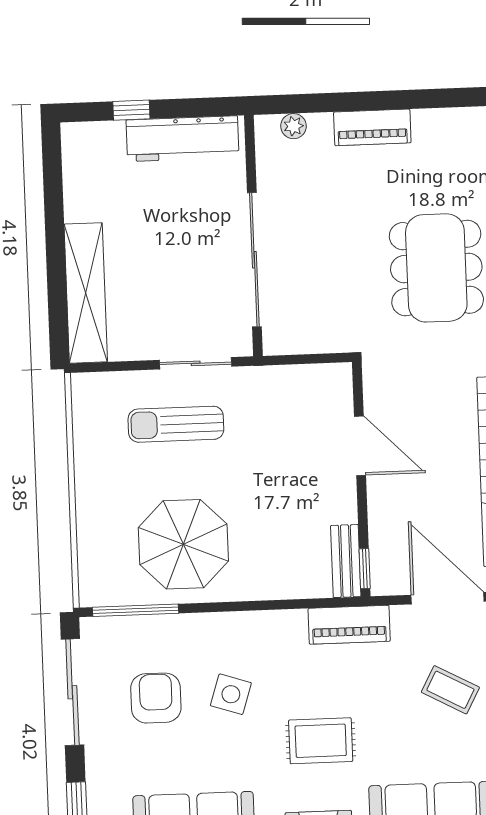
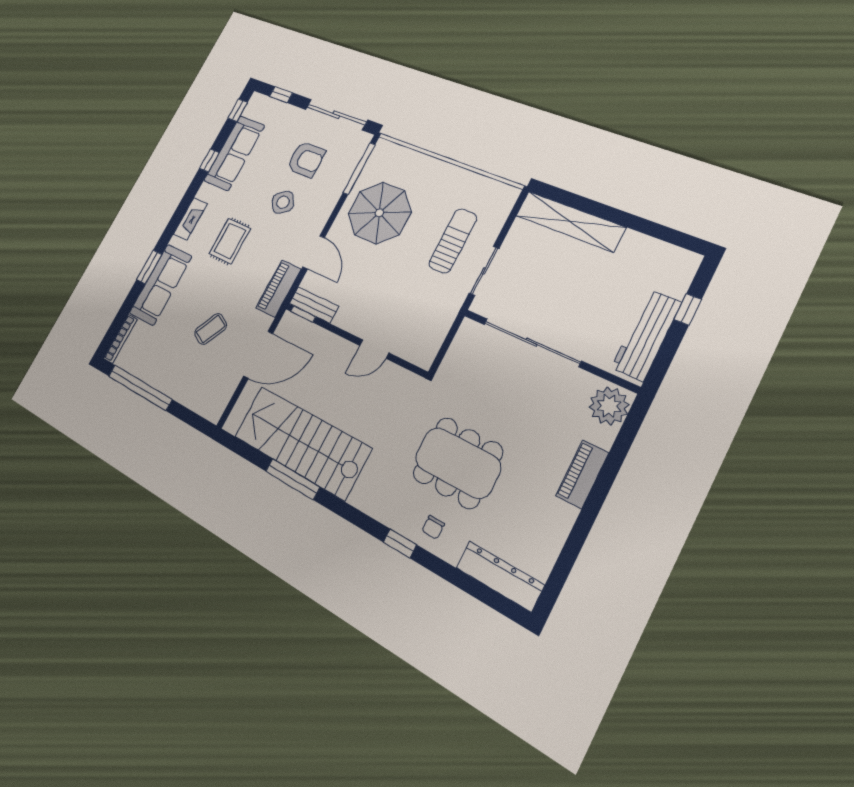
plant: (293, 126) -> (609, 406), width x1.87, depth x1.87
door: (360, 446) -> (374, 349), width x0.73
door: (278, 605) -> (314, 252), added
side table: (231, 694) -> (283, 202), turned 37

